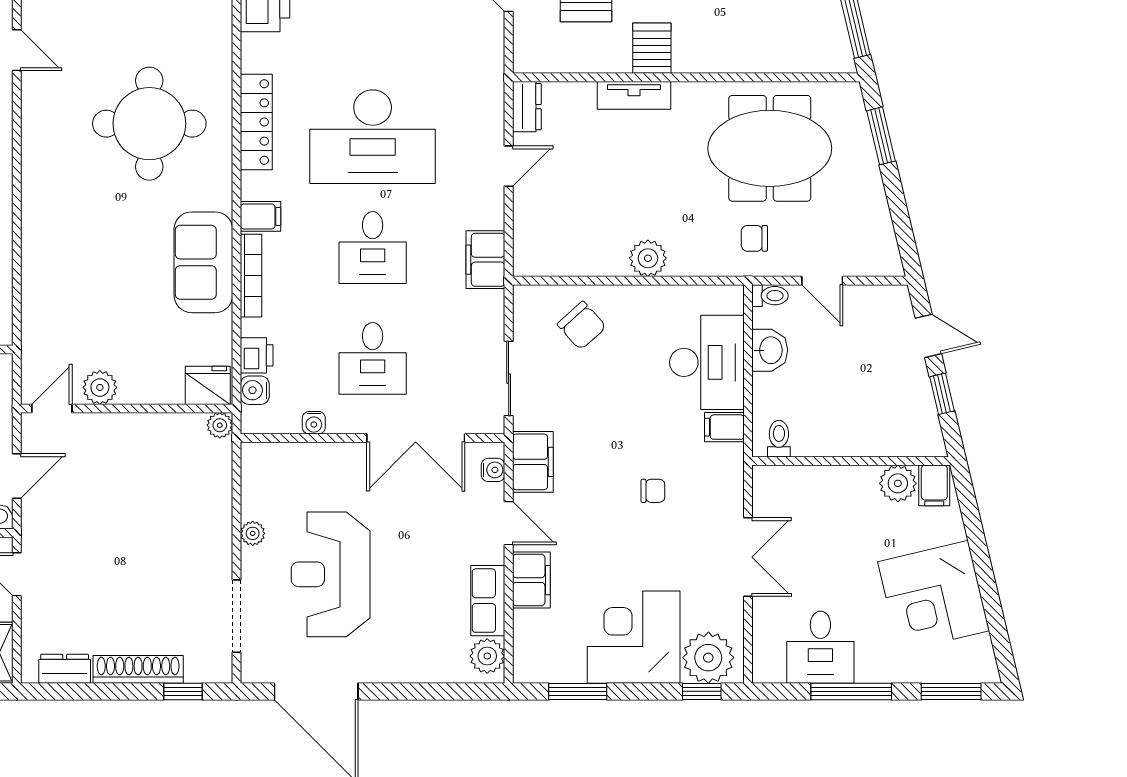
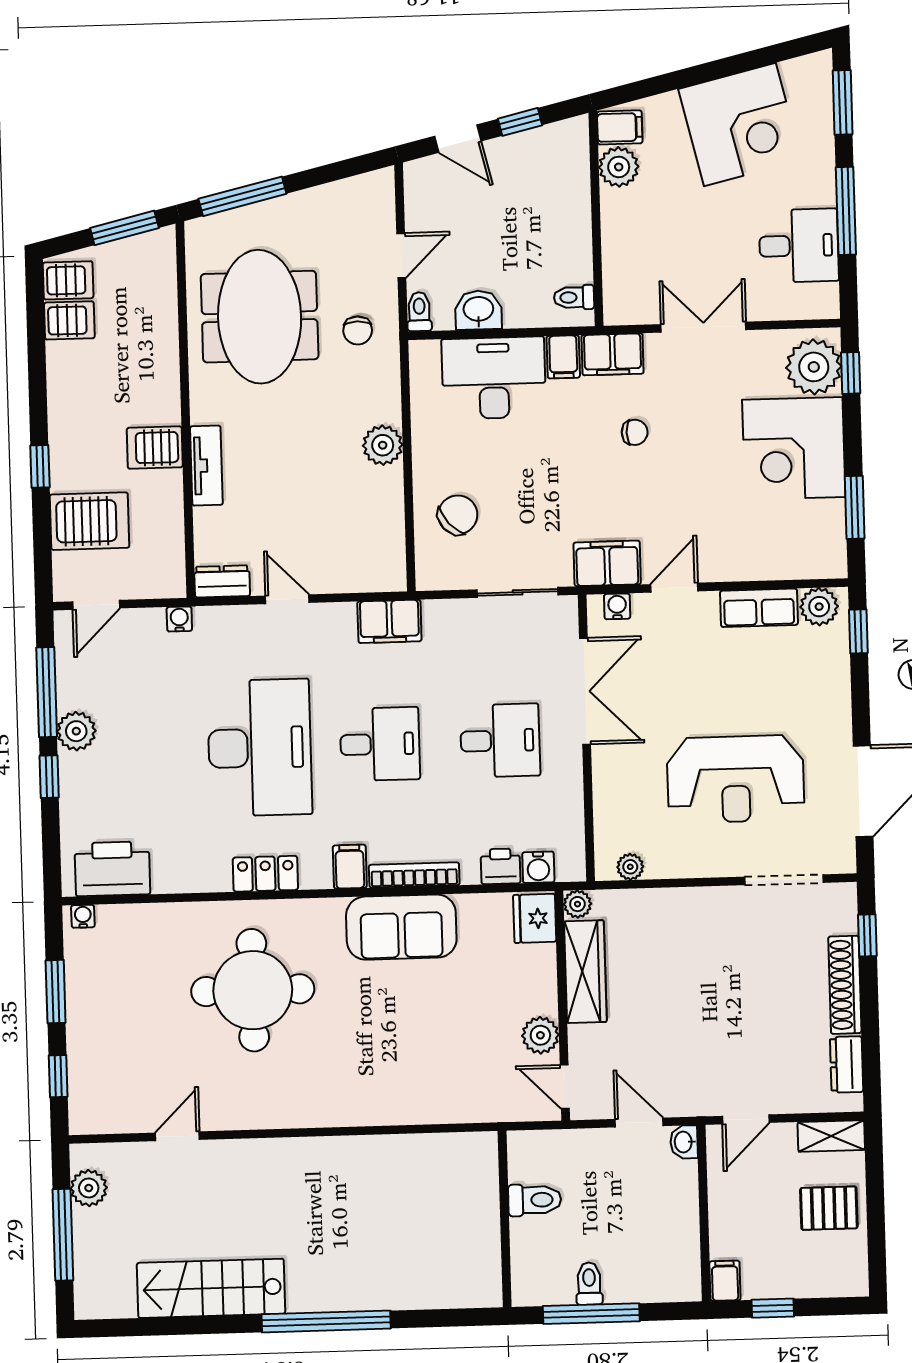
locker: (256, 122) -> (265, 874), width x0.66
window: (881, 136) -> (242, 196), width x1.44
door: (928, 336) -> (458, 139), swing flipped
water cooler: (314, 423) -> (179, 619), moved, turned -90
wardrobe: (157, 431) -> (585, 972), added
chair: (653, 491) -> (635, 432), turned 90
plant: (253, 533) -> (630, 867), moved
filing cabinet: (531, 580) -> (613, 354), moved, turned 180
window: (463, 691) -> (858, 631), added

